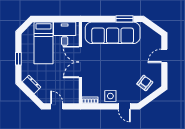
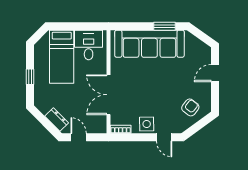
double door: (80, 62) -> (108, 95), moved
dresser: (32, 85) -> (57, 120), moved

